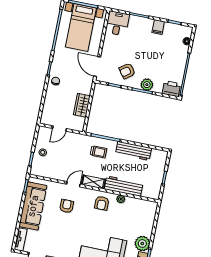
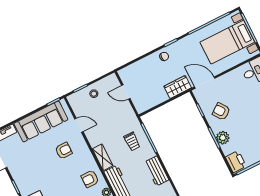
door: (97, 67) -> (205, 83), hinge flipped
wardrobe: (82, 105) -> (178, 87), moved
workbench: (133, 151) -> (157, 171), width x0.73
door: (73, 184) -> (79, 125), moved

